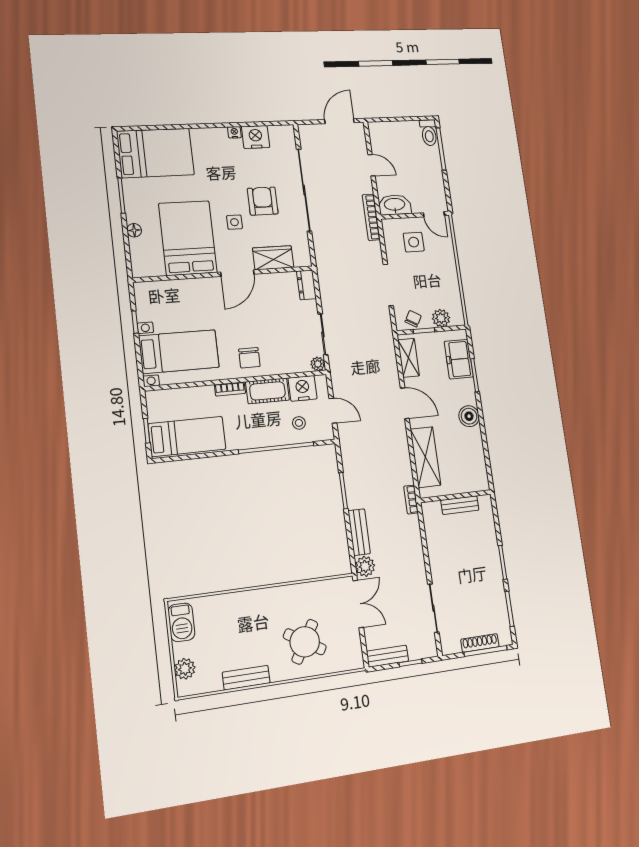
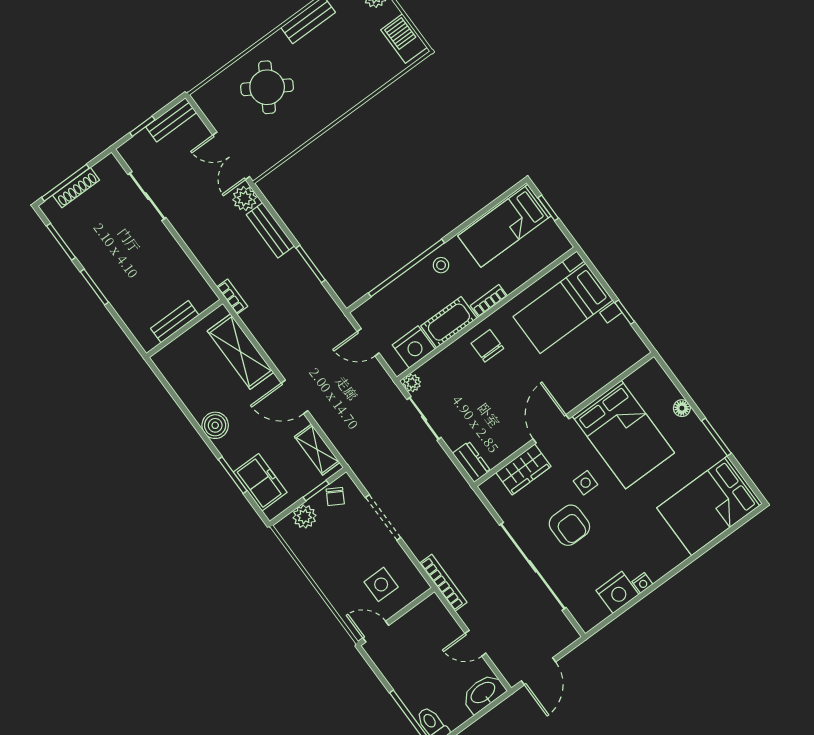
washbasin: (395, 205) -> (483, 693), moved, turned 180
stool: (299, 423) -> (441, 265), moved

